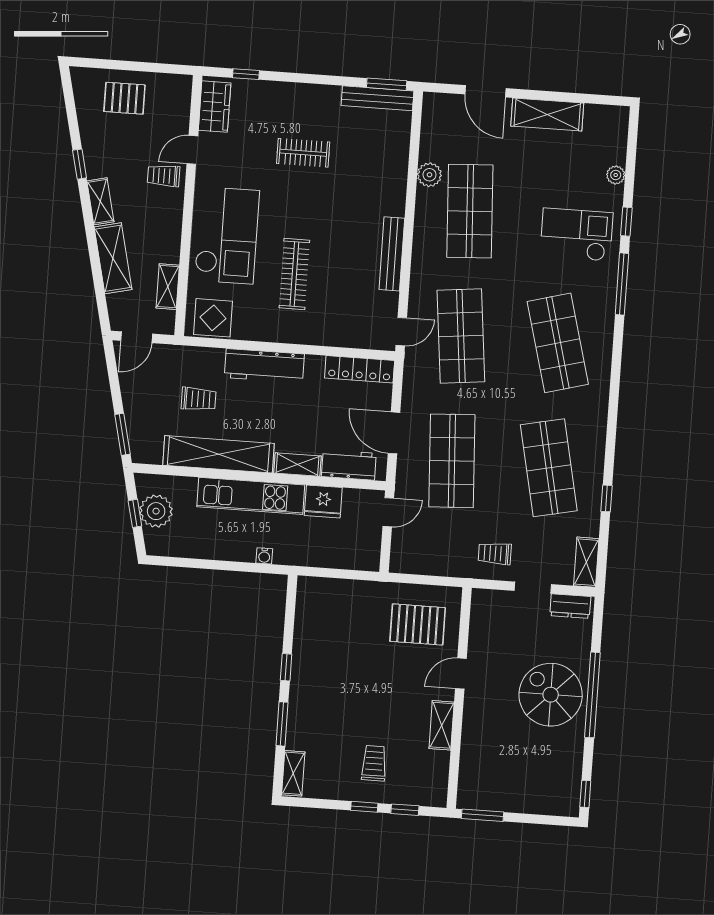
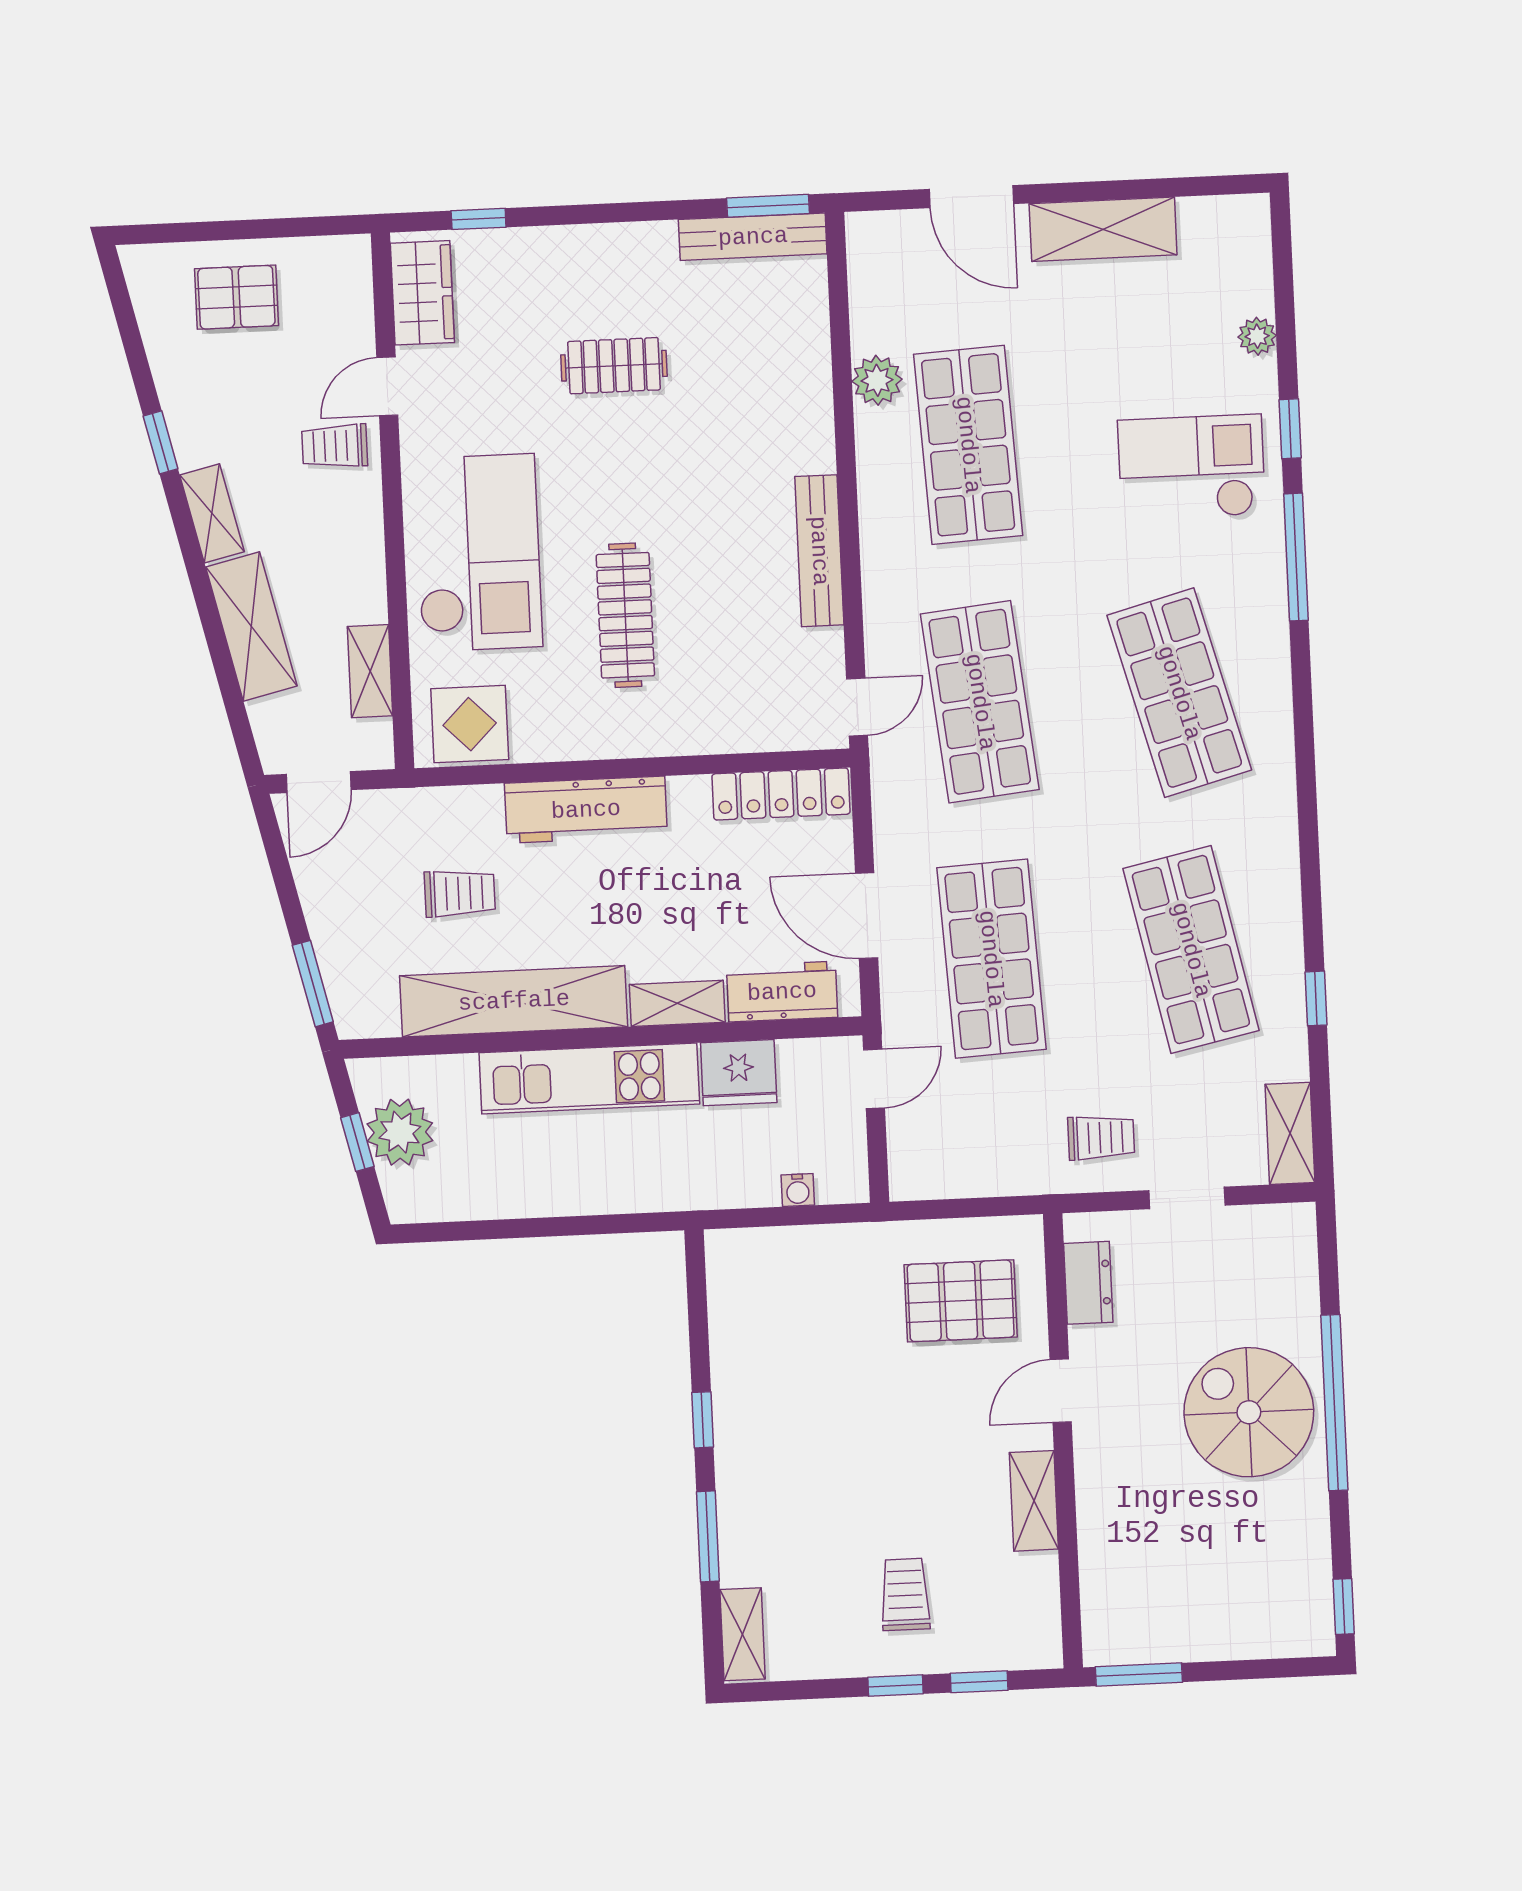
trolley: (495, 553) -> (1101, 1138), turned 180
water cooler: (264, 556) -> (798, 1190), moved
dresser: (570, 606) -> (1088, 1283), moved, turned -90

